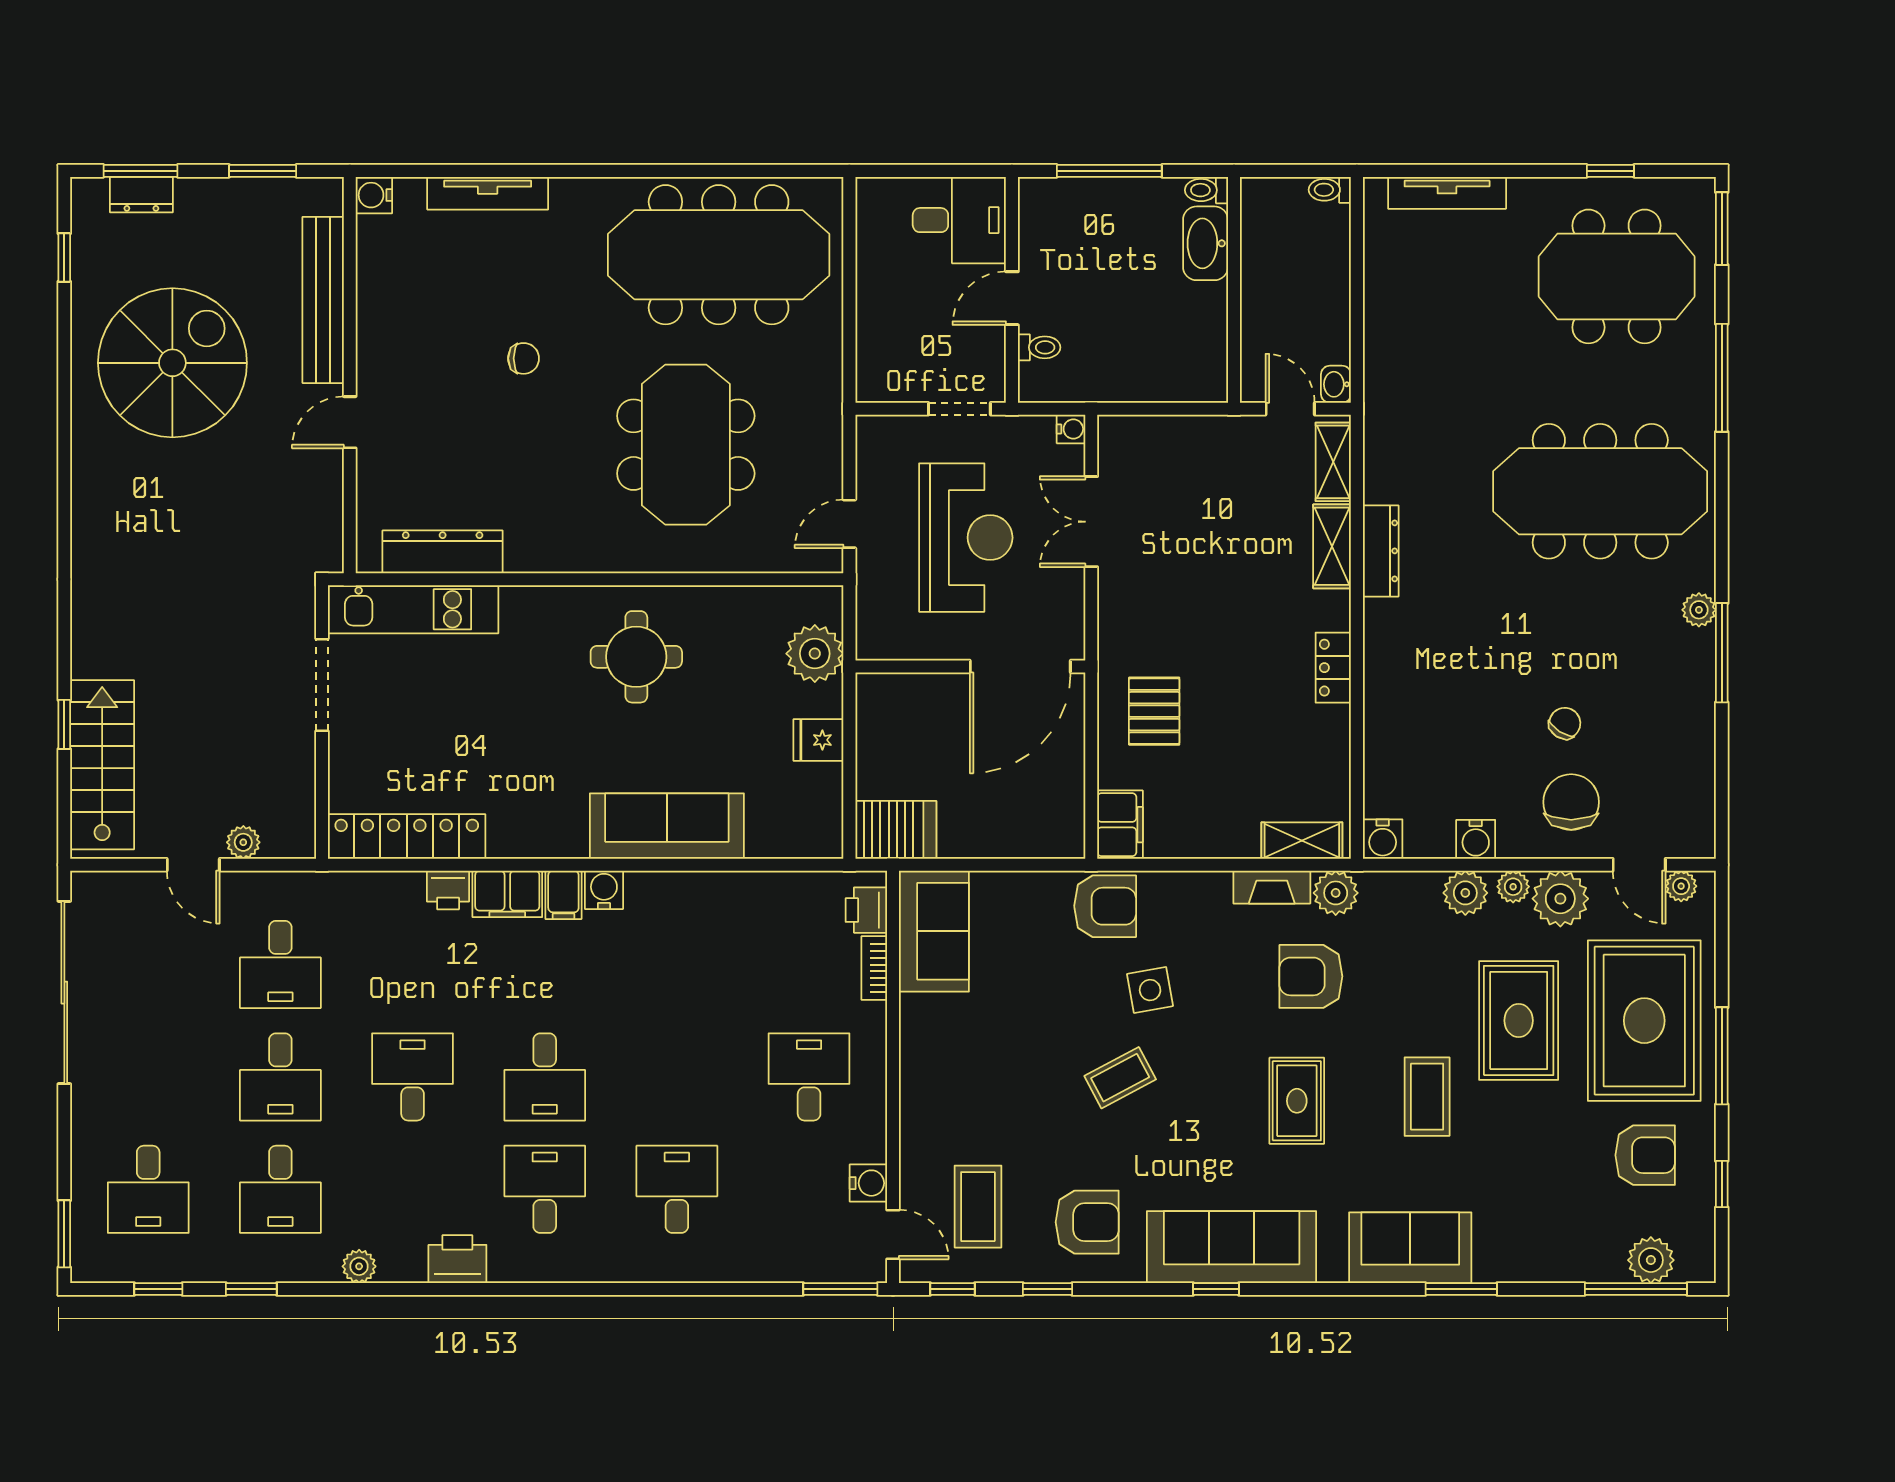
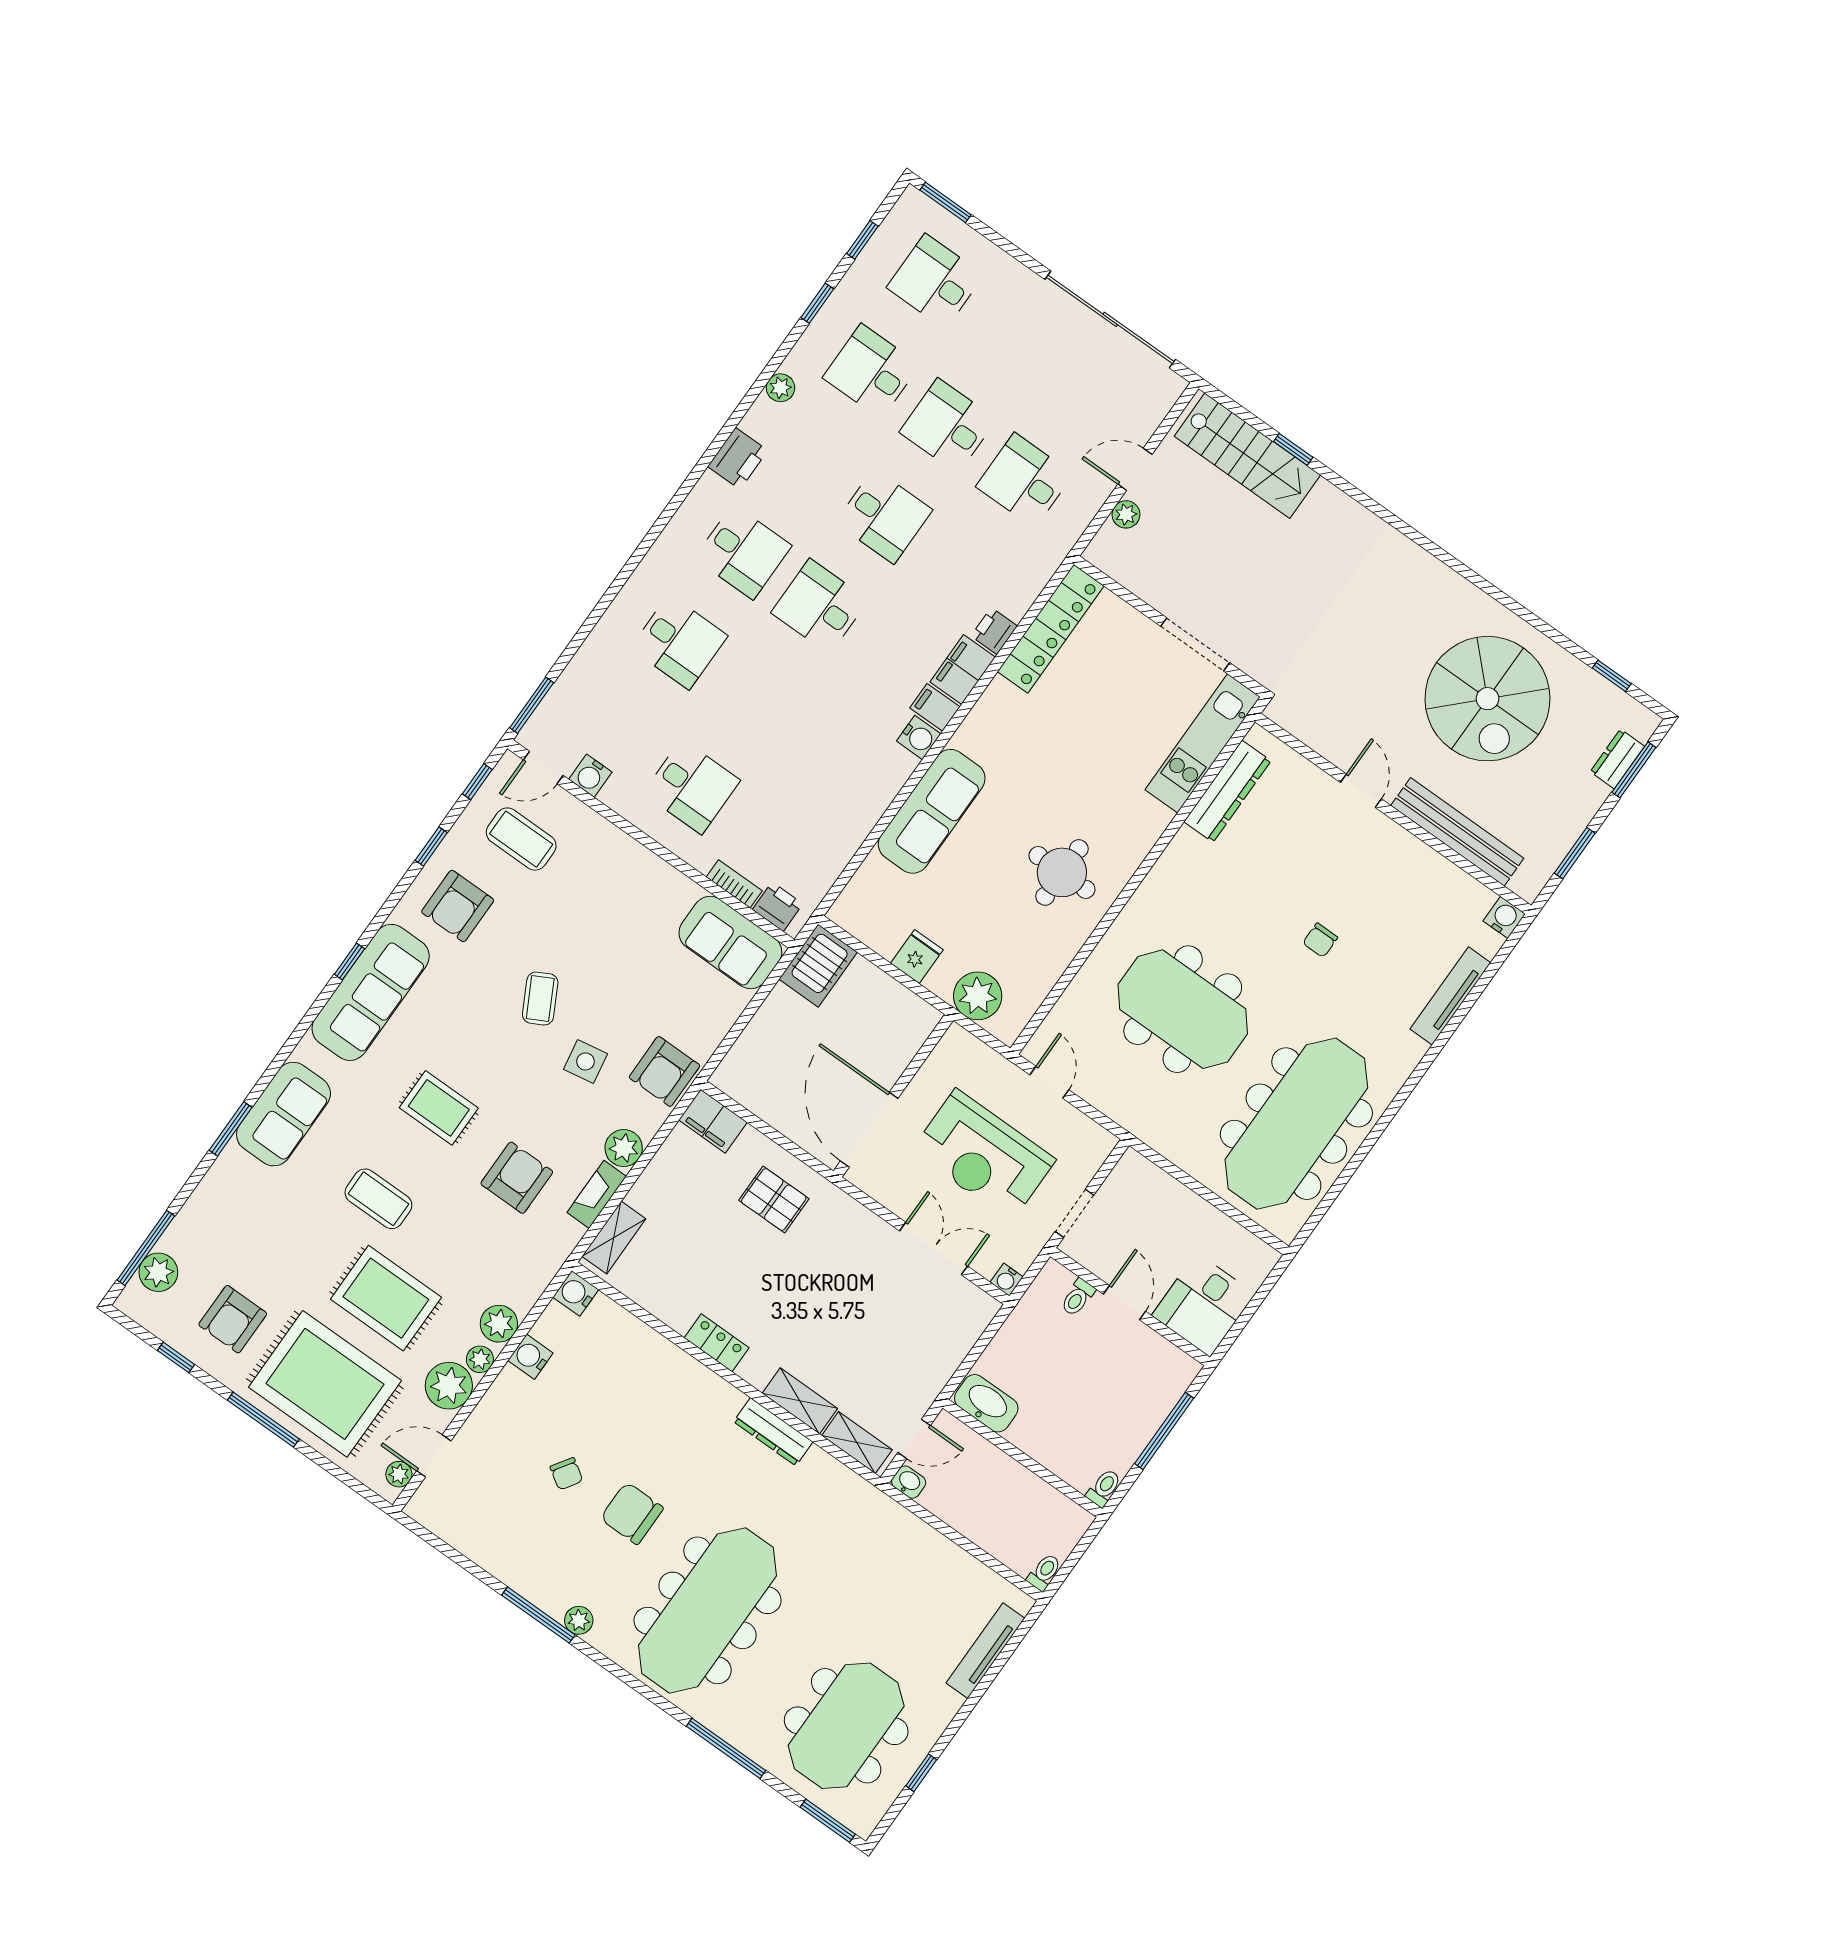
washbasin: (1206, 243) -> (986, 1403), moved
chair: (1571, 802) -> (632, 1513), moved, turned 180
plant: (1336, 893) -> (624, 1148), moved

